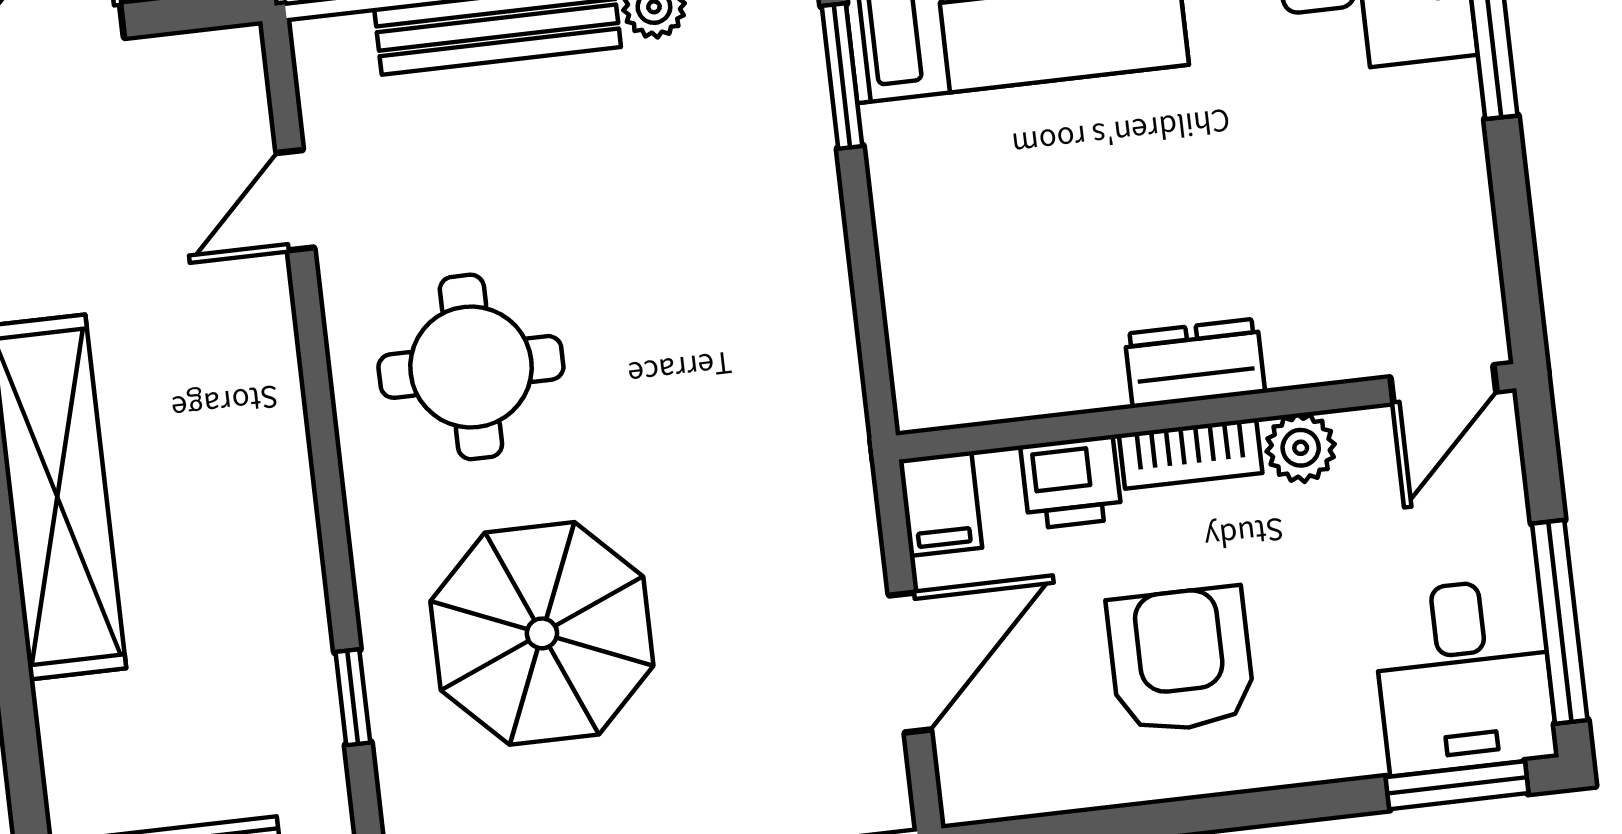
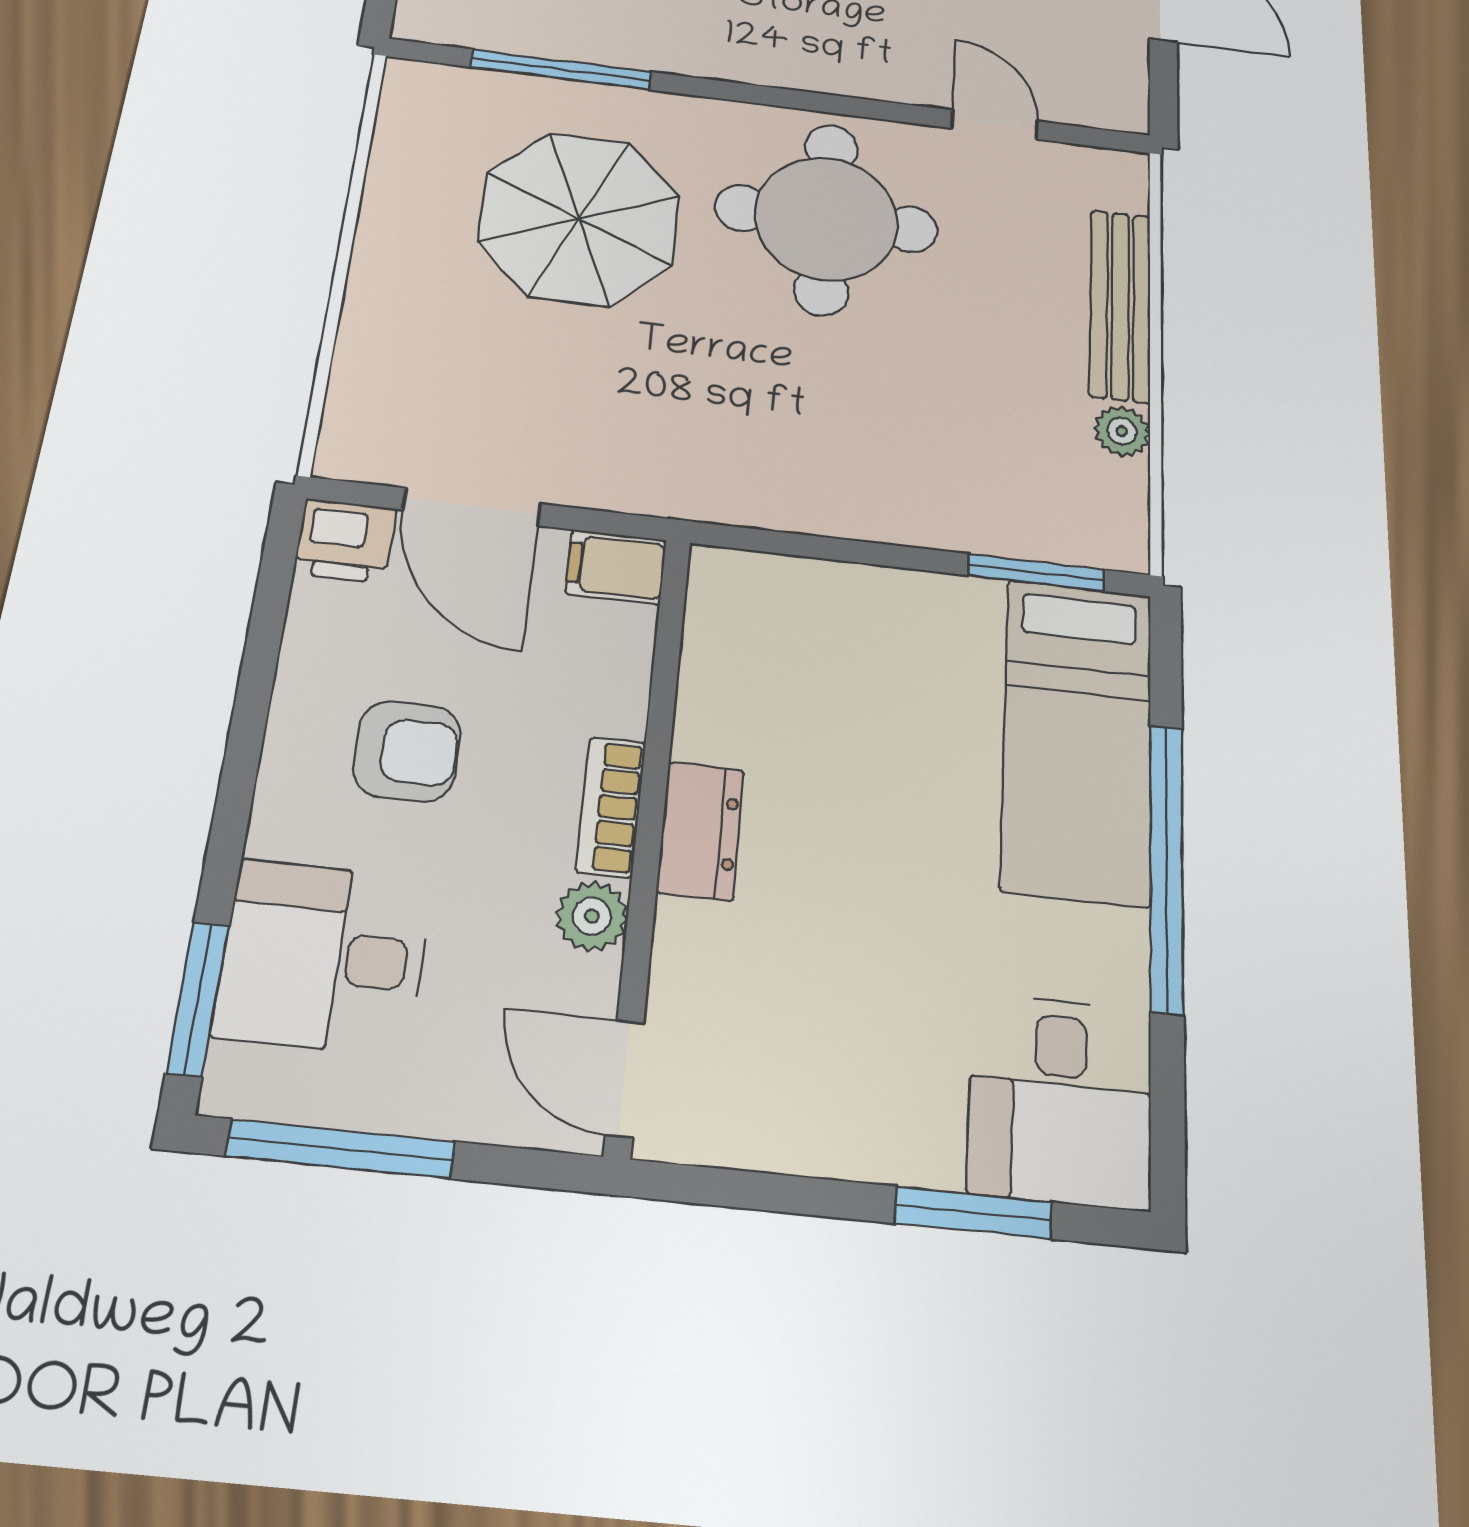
round table: (471, 367) -> (826, 219), width x1.36, depth x1.36
printer: (1071, 482) -> (345, 541), moved, turned -90
armchair: (1181, 660) -> (407, 751), width x0.72, depth x0.72
desk: (1464, 676) -> (323, 957), moved
window: (353, 697) -> (561, 69), width x2.17

